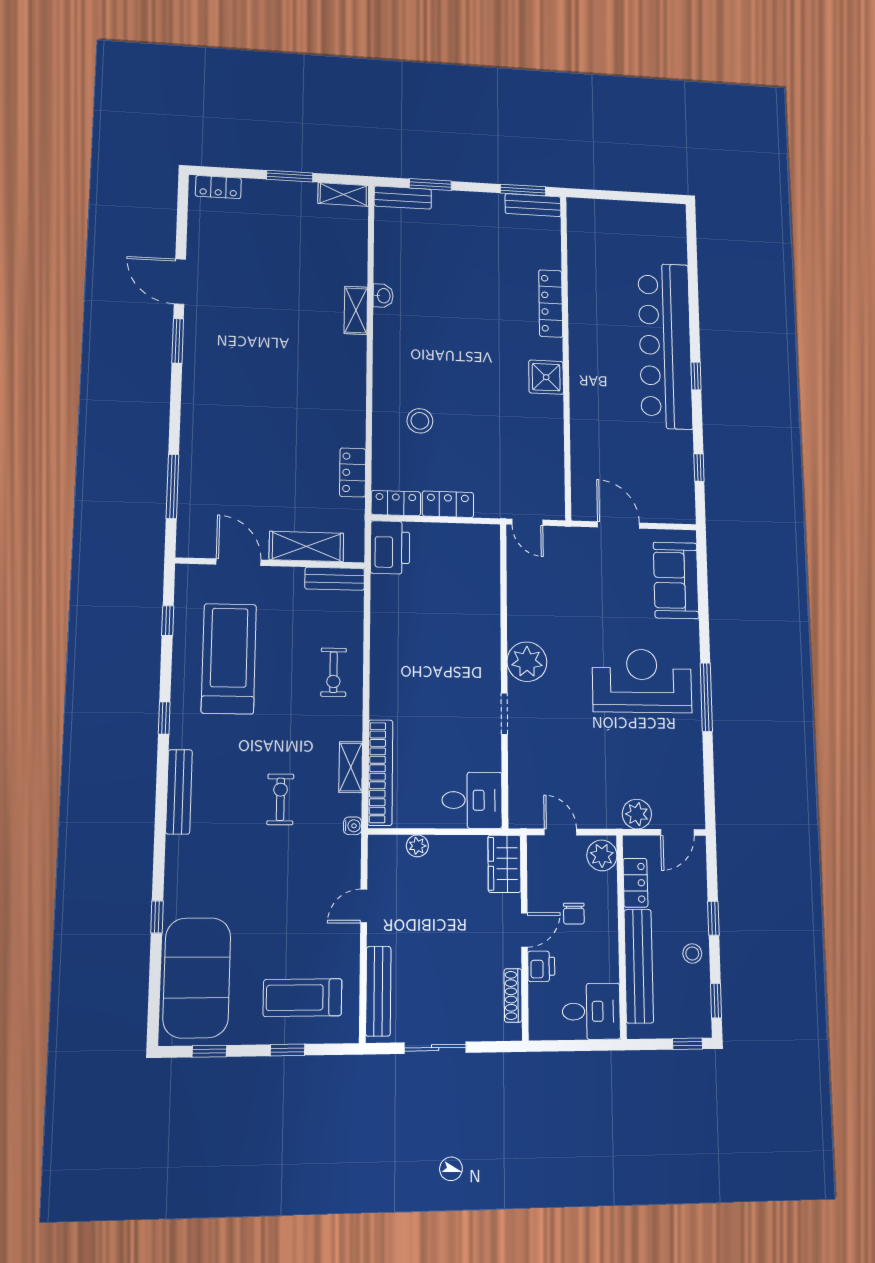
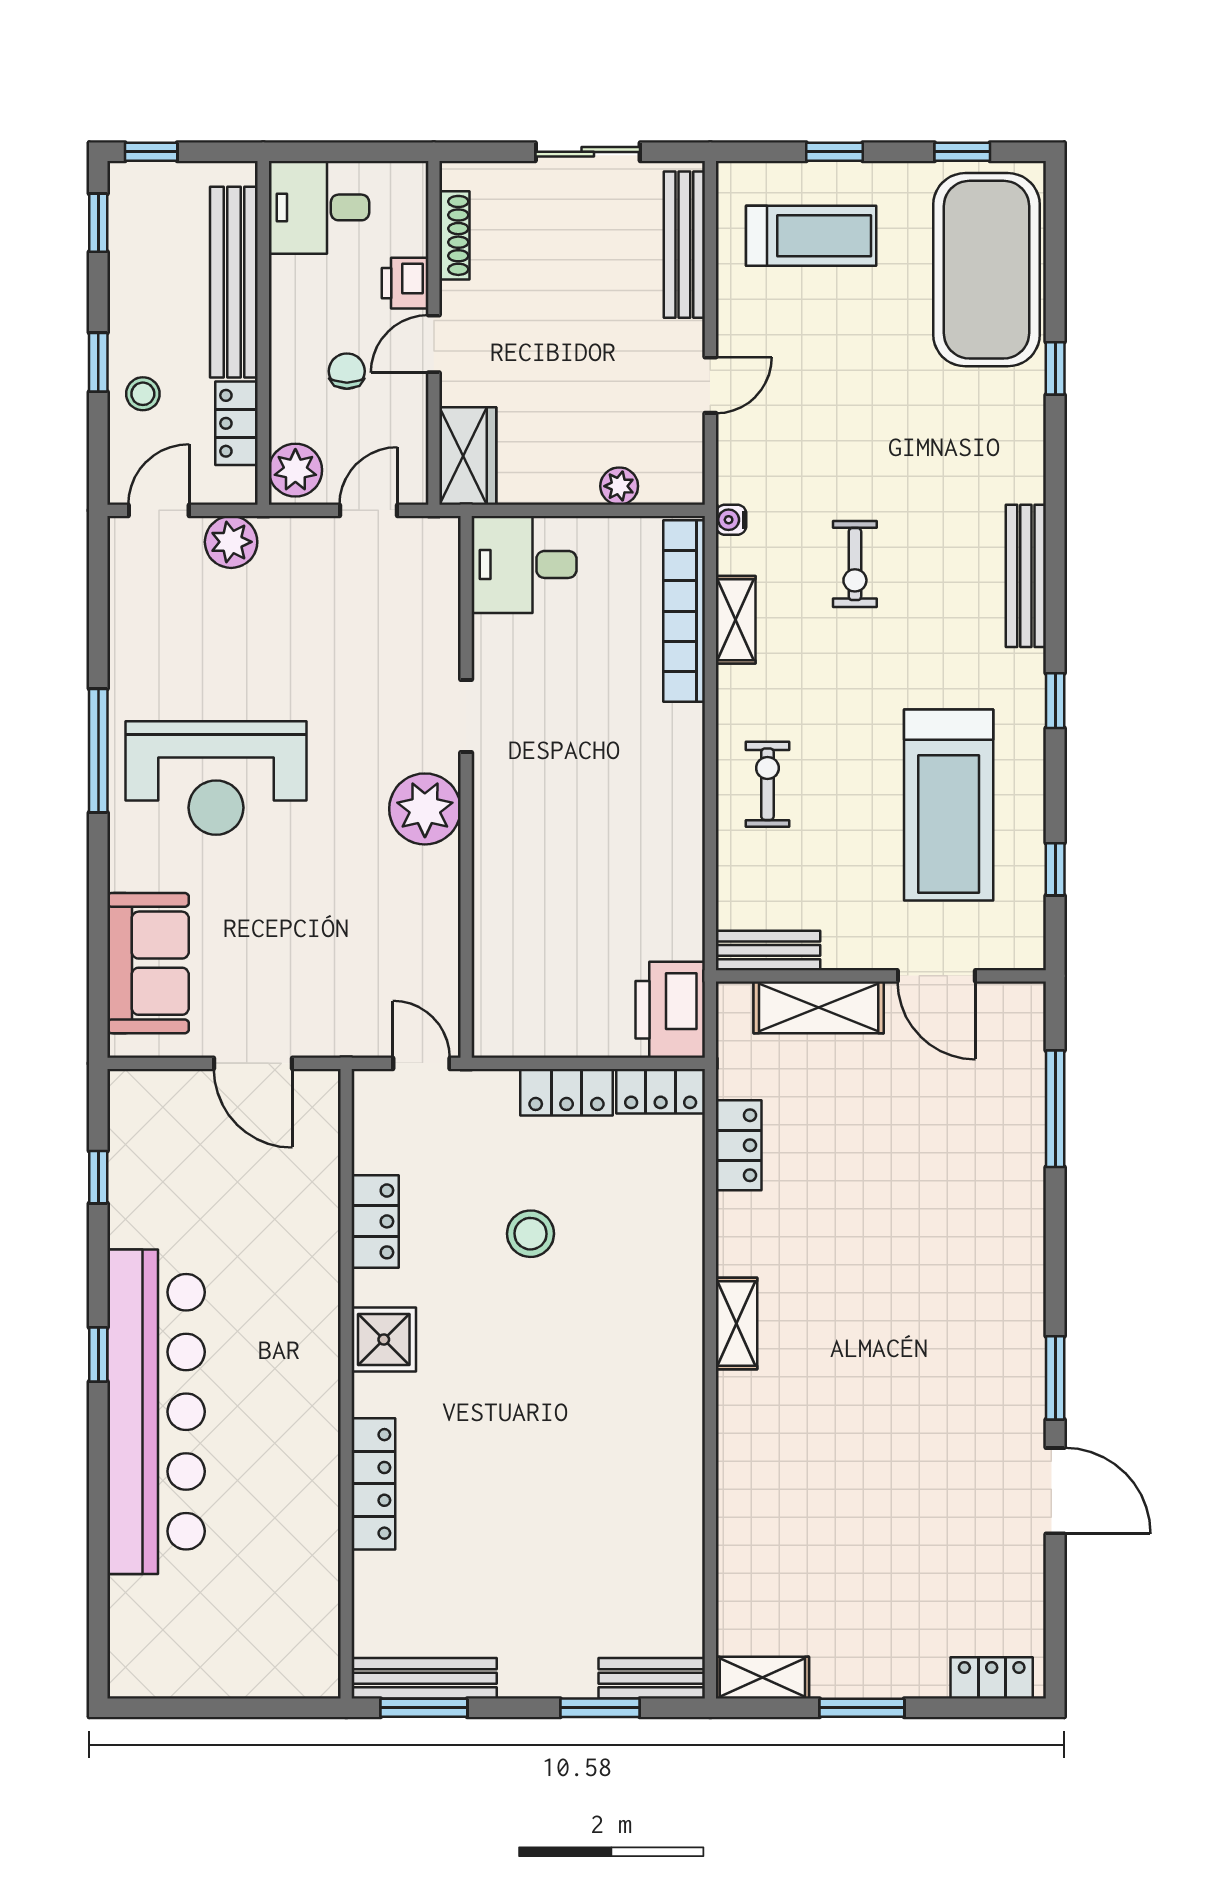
bench: (533, 205) -> (424, 1678), width x1.36
washbasin: (383, 296) -> (687, 1483), removed
shelving: (356, 310) -> (736, 1323), moved
stool: (420, 421) -> (531, 1234), moved
locker: (552, 439) -> (375, 1221), added
door: (560, 832) -> (368, 510), swing flipped
stool: (692, 953) -> (143, 394), moved

